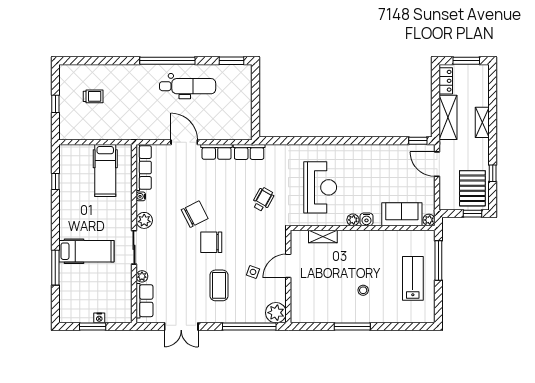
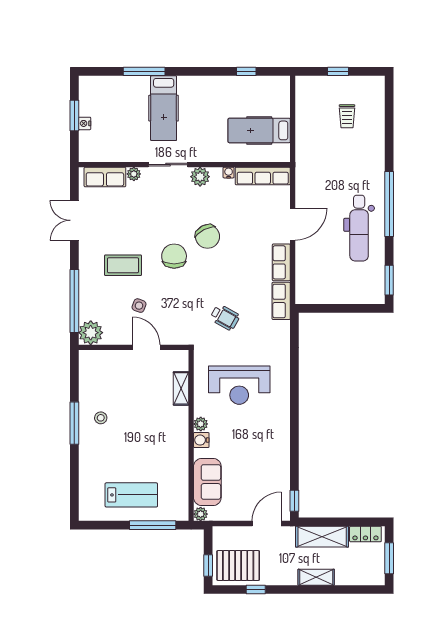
stool: (363, 290) -> (101, 418), moved

